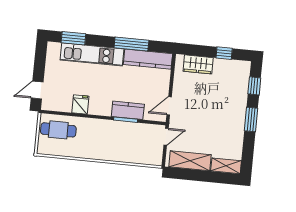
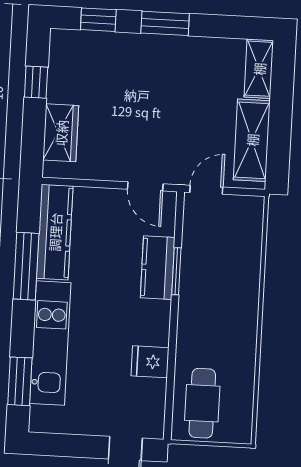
door: (166, 137) -> (206, 190), hinge flipped

